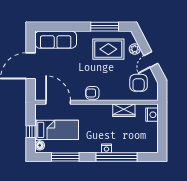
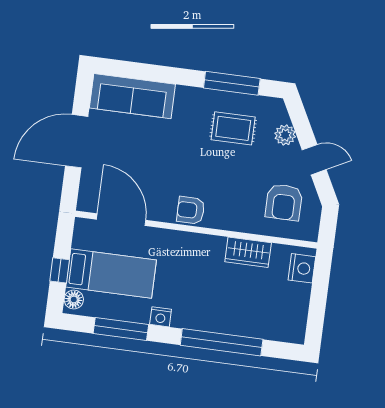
rug: (108, 49) -> (233, 128), width x0.73, depth x0.70
door: (151, 59) -> (314, 160), swing flipped
nightstand: (106, 148) -> (161, 317), moved

